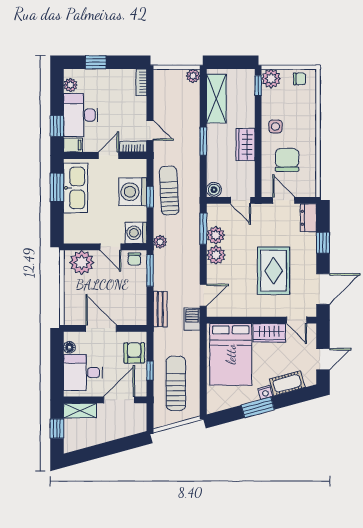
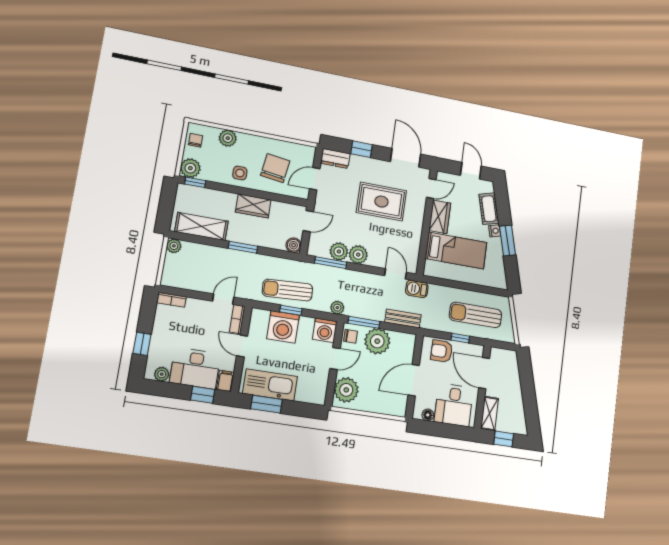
plant: (308, 109) -> (228, 138), added
chair: (287, 160) -> (275, 168), turned 98
plant: (134, 286) -> (377, 341), added
bed: (231, 354) -> (456, 251), width x0.67

